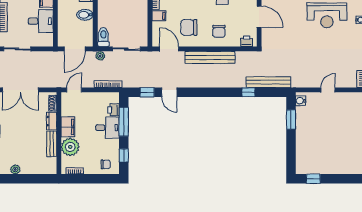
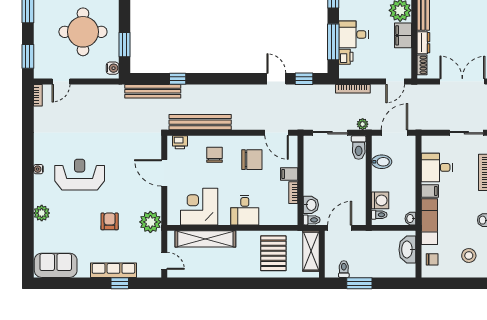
bidet: (85, 15) -> (382, 162), moved
bench: (210, 57) -> (200, 122), moved
door: (328, 90) -> (61, 82), moved
round table: (324, 130) -> (83, 32), added

